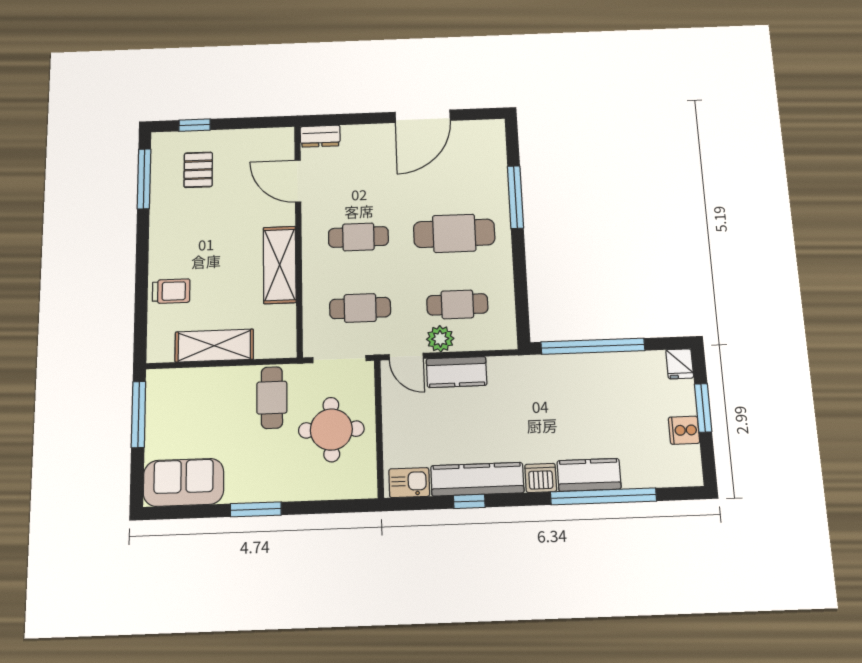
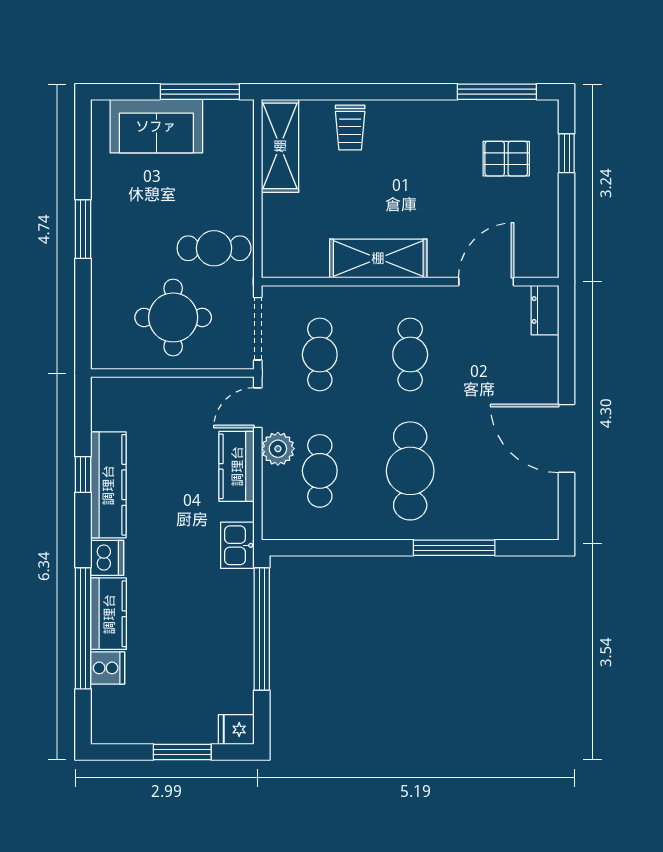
shelving: (214, 346) -> (280, 146), moved
cooker: (684, 430) -> (108, 668), moved, turned 90
sofa: (184, 482) -> (156, 126), moved, turned 90
kitchen sink: (409, 483) -> (237, 545), moved, turned 180

